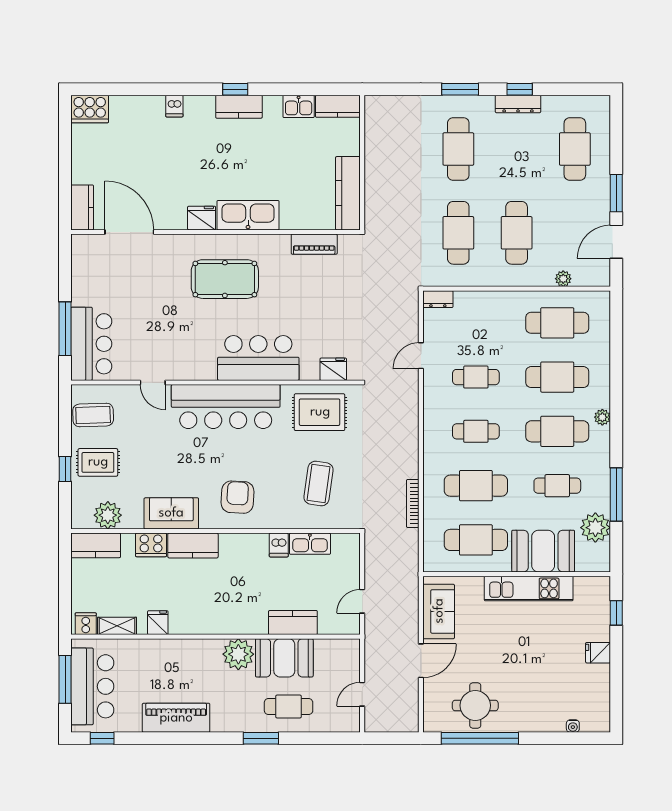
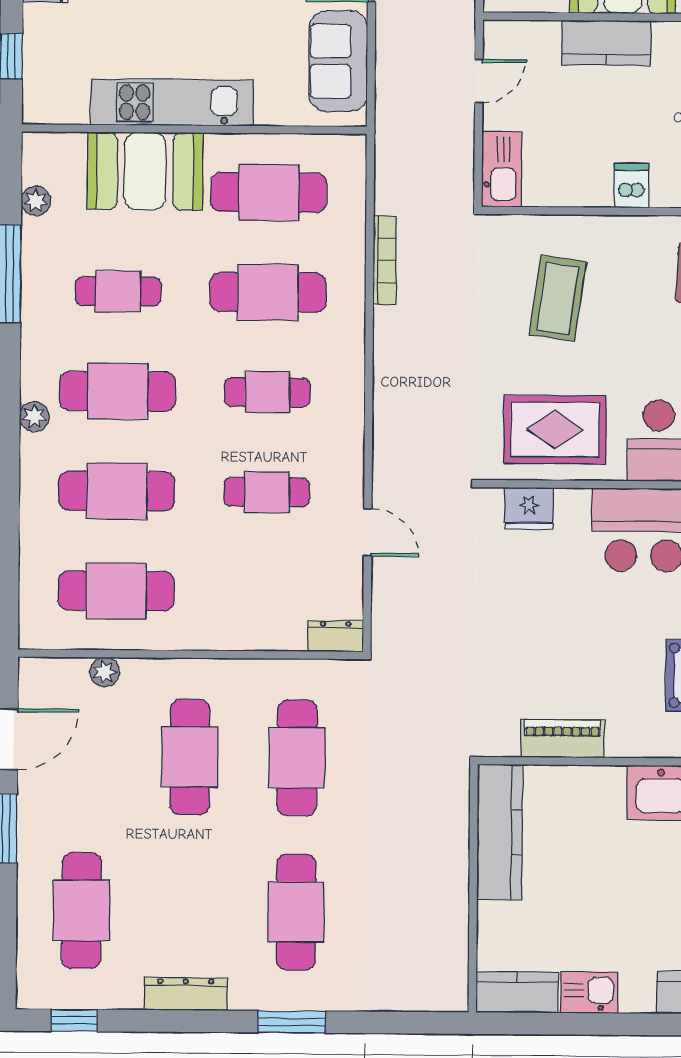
window: (520, 89) -> (74, 1020), moved
door: (421, 356) -> (368, 532), hinge flipped
plant: (595, 528) -> (36, 201), width x0.53, depth x0.53
kitchen sink: (310, 544) -> (501, 169), moved, turned 90

